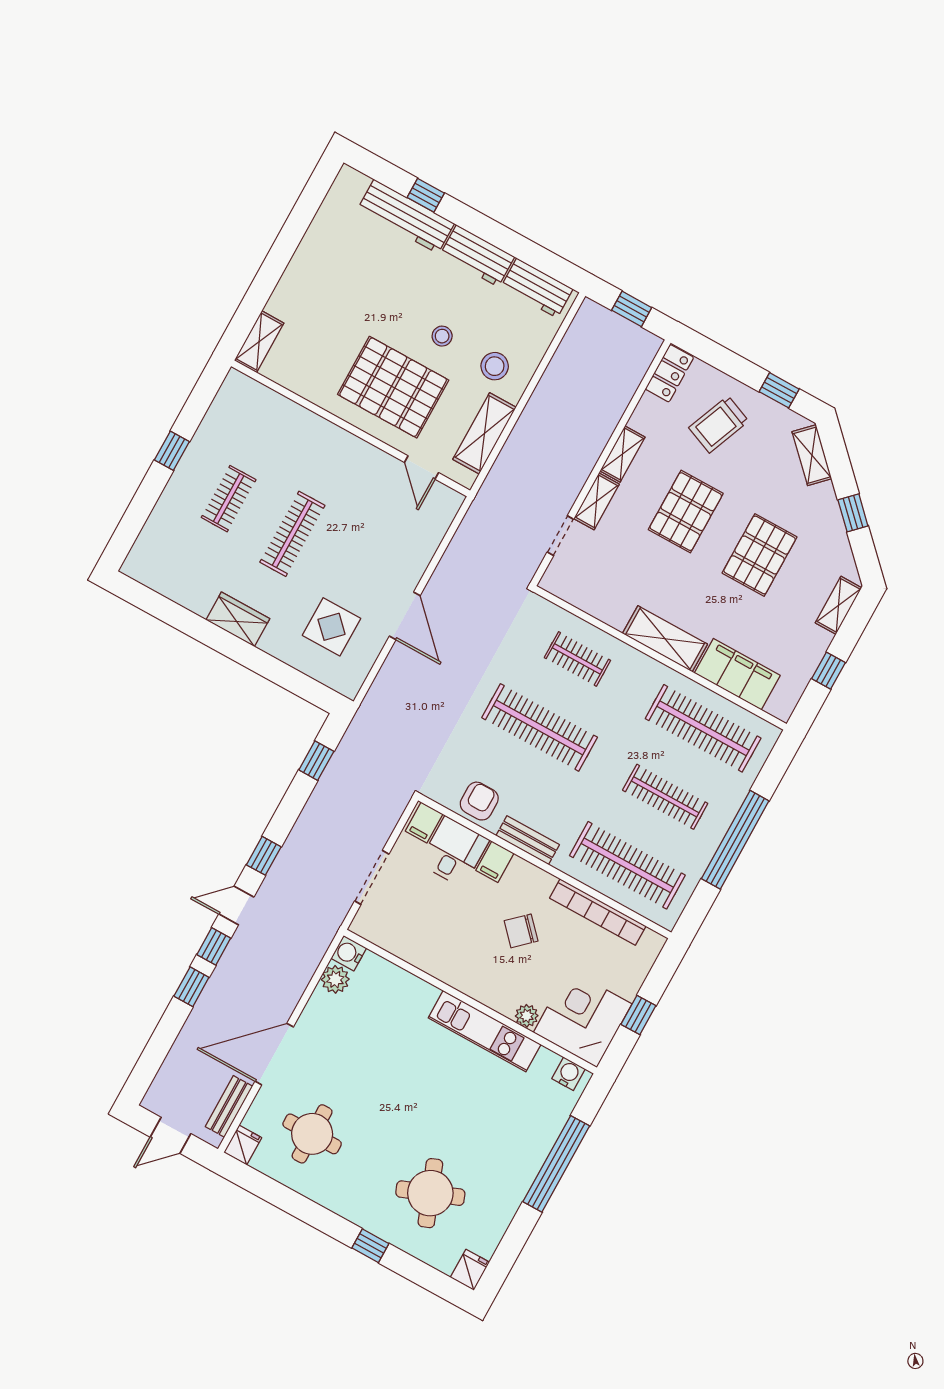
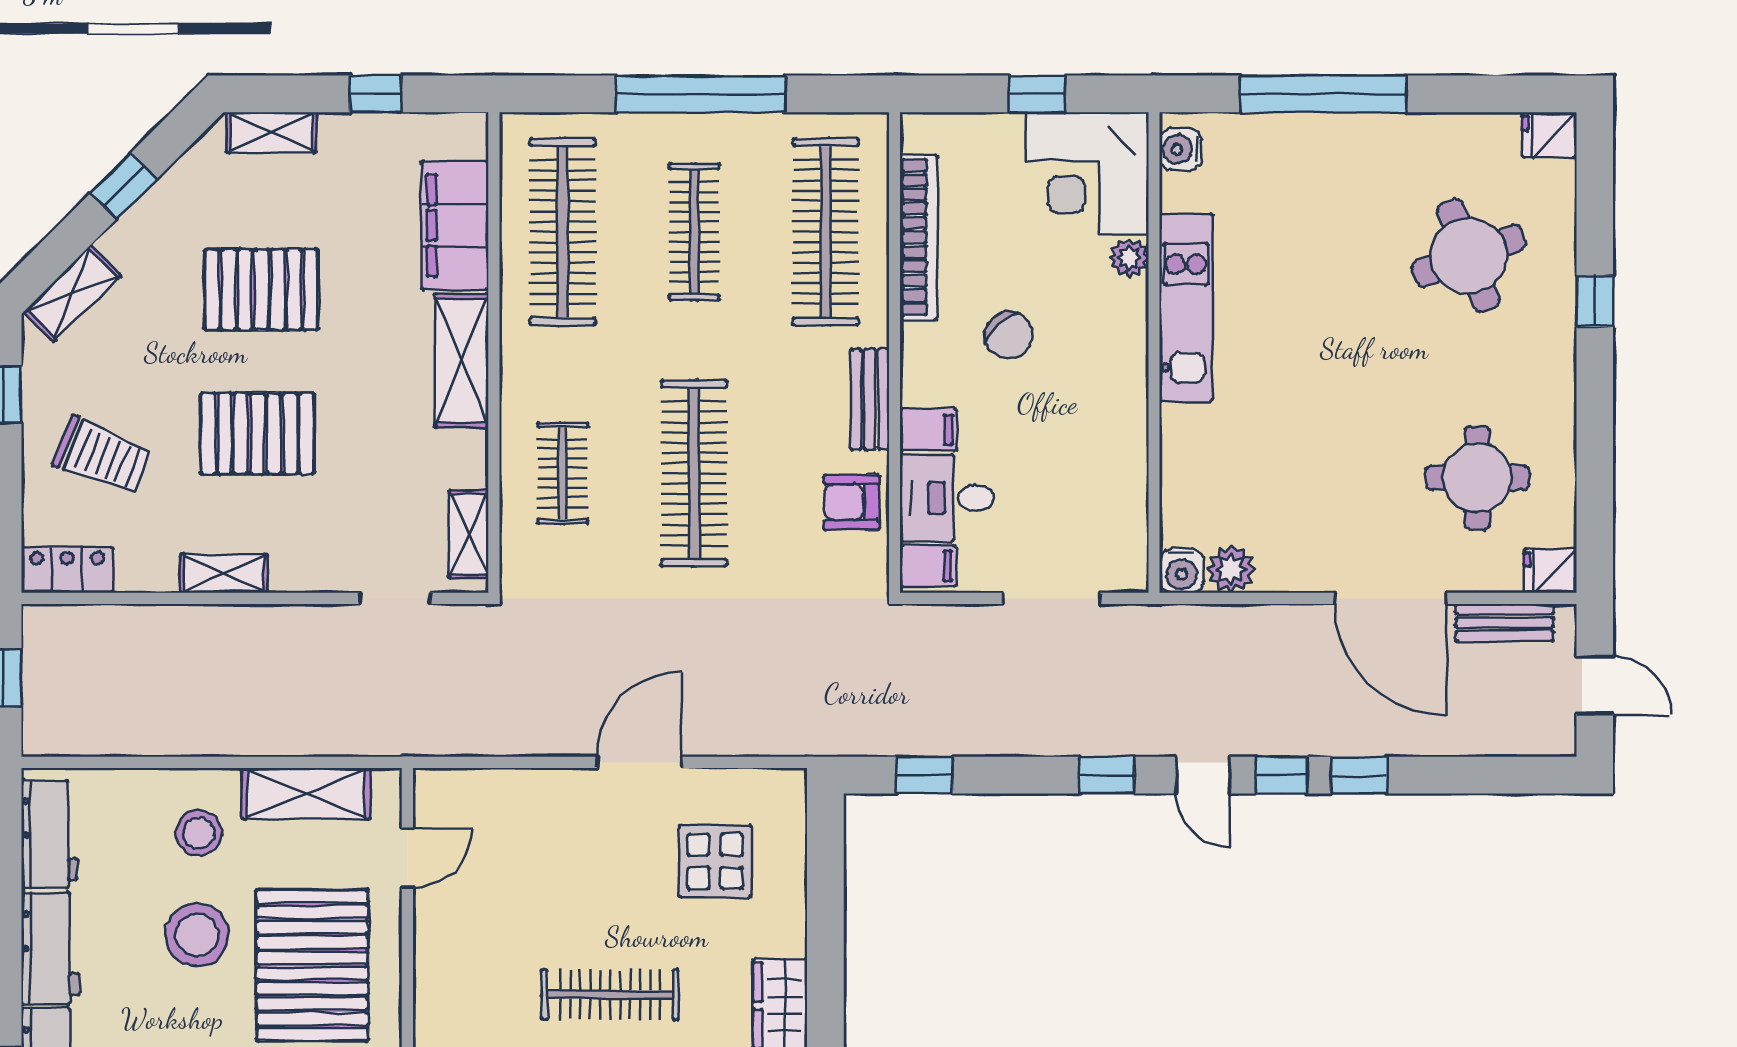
stool: (442, 336) -> (197, 935), width x1.89, depth x1.89
shelving: (596, 501) -> (469, 534), moved, turned 90

